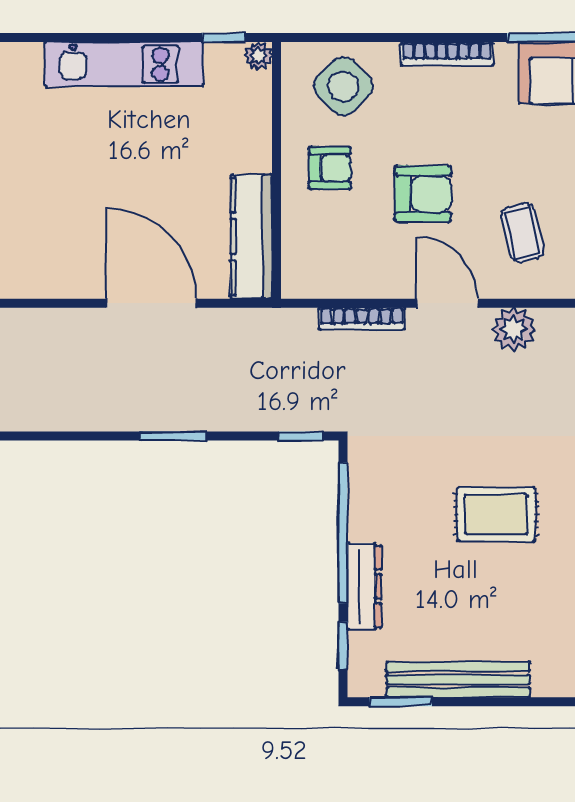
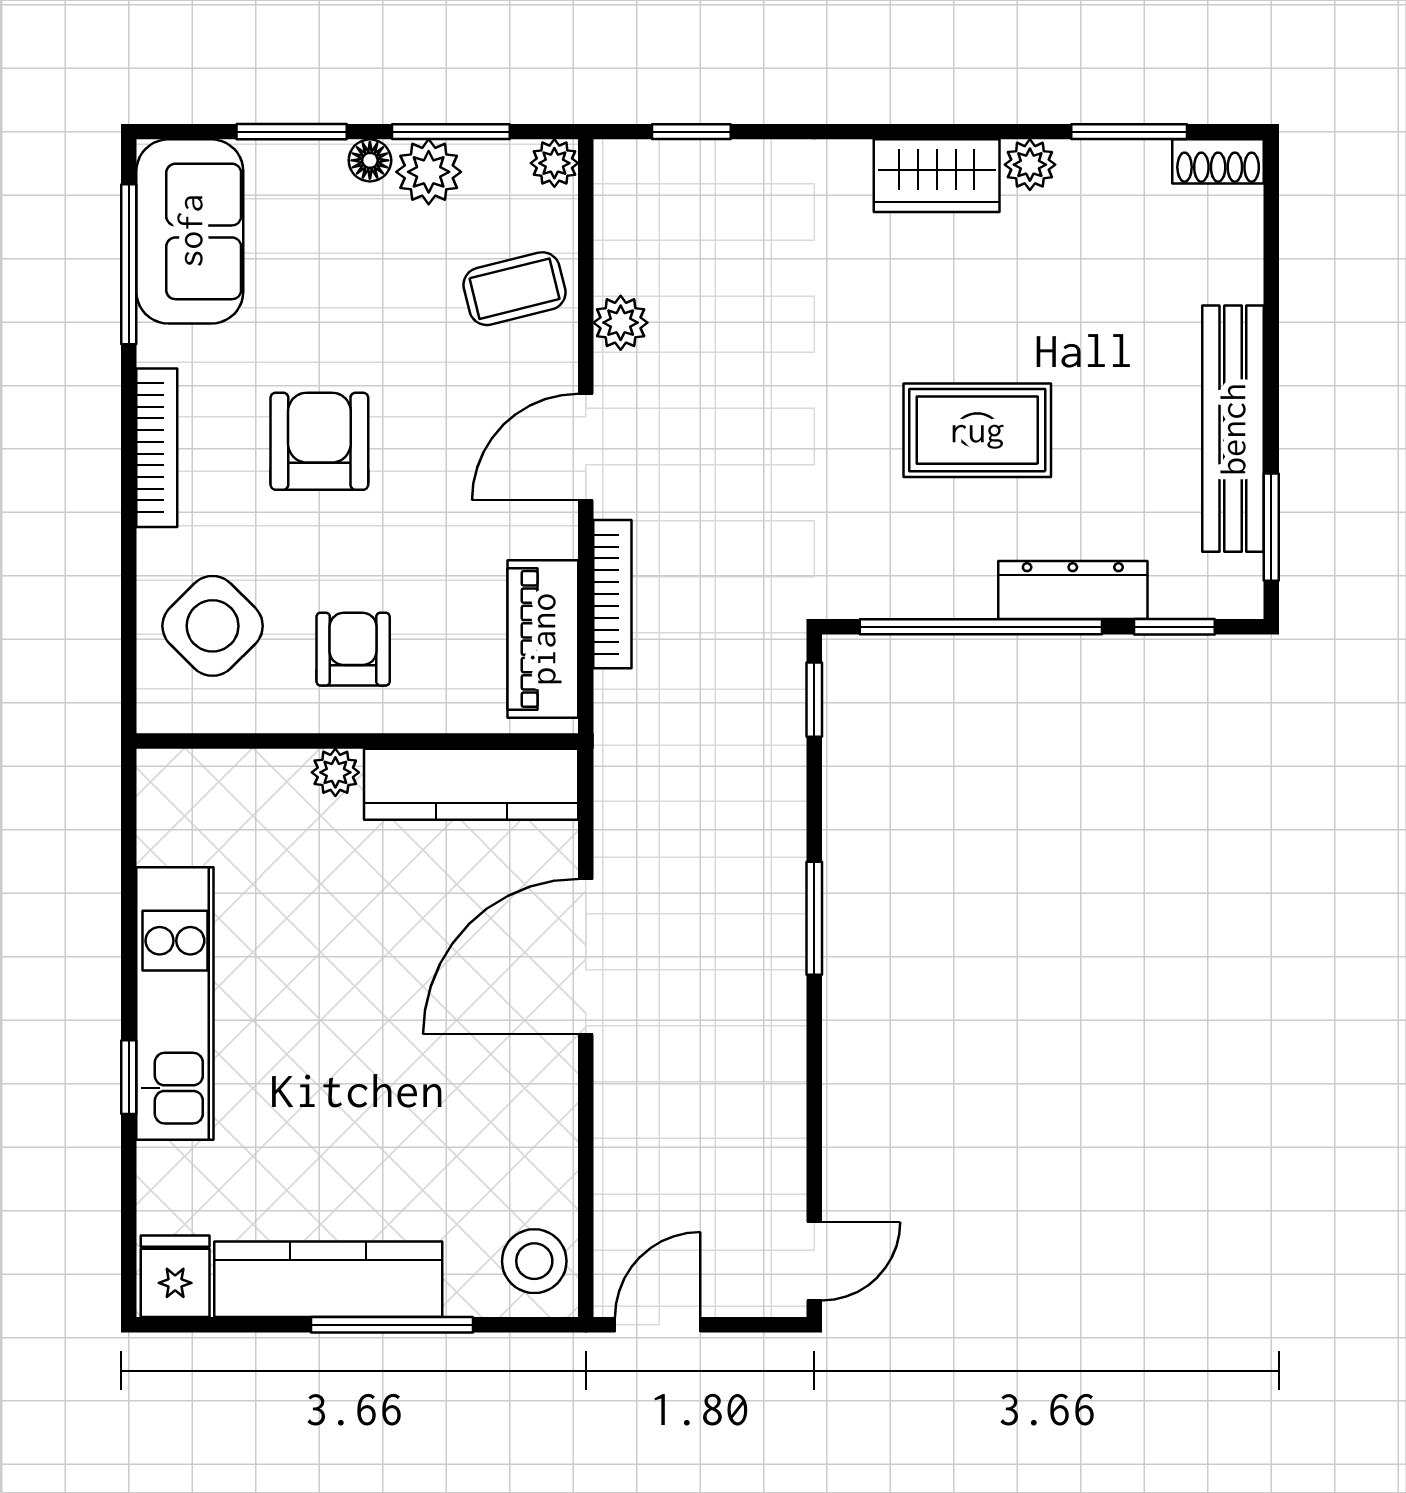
window: (224, 38) -> (129, 1077), moved
plant: (258, 56) -> (335, 772), moved
armchair: (423, 194) -> (319, 441), moved
coffee table: (522, 233) -> (514, 289), moved
piano: (336, 278) -> (543, 639), added
plant: (514, 329) -> (621, 323), width x0.73, depth x0.73
rug: (496, 514) -> (977, 430), moved, turned 90

